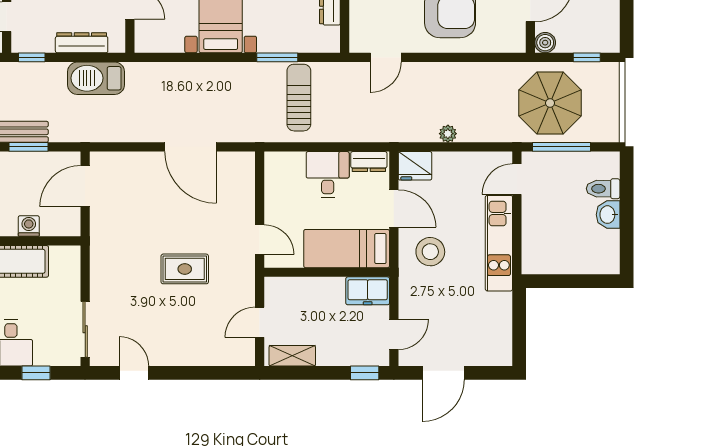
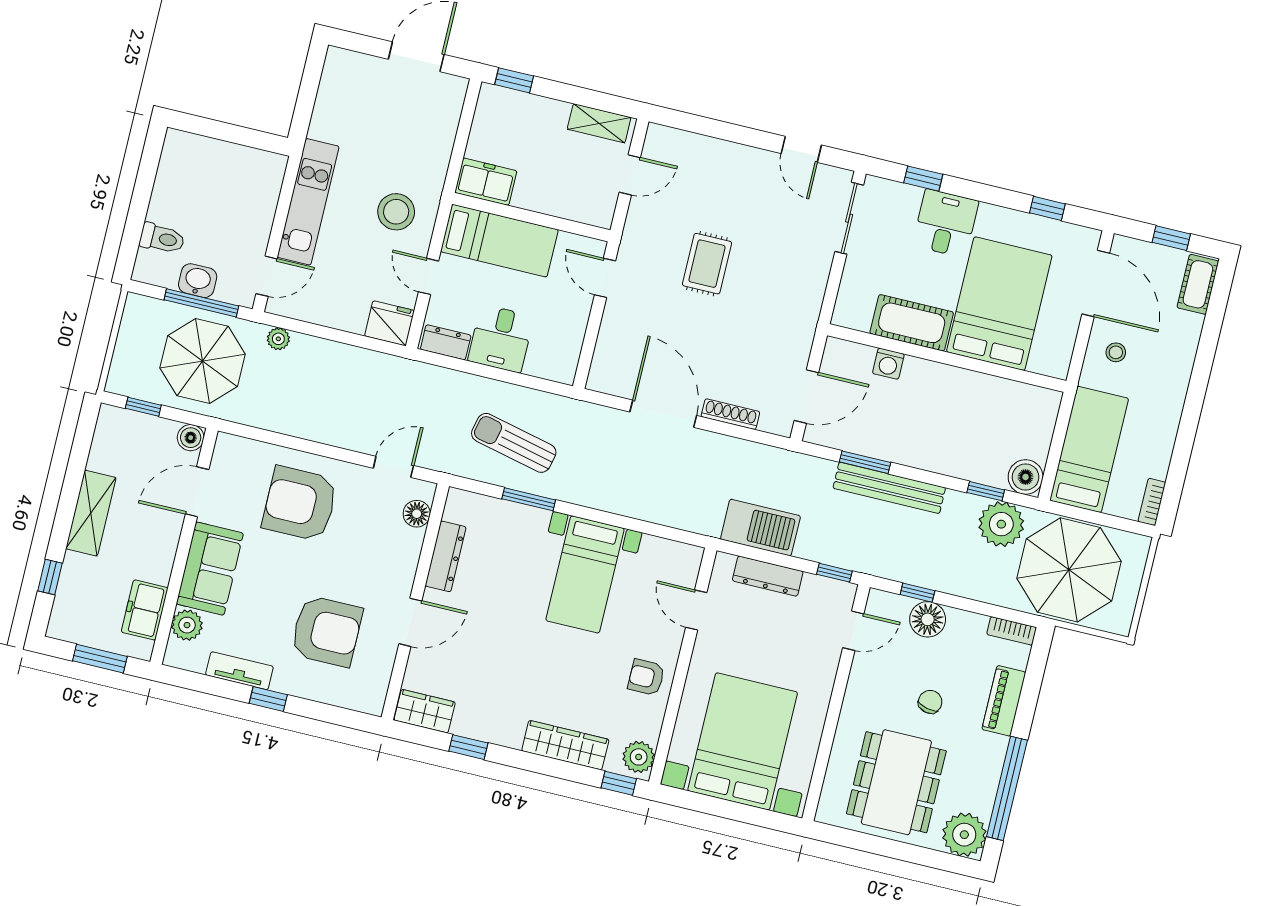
floor lamp: (360, 26) -> (417, 514), added
sun lounger: (299, 98) -> (514, 443), turned 103
plant: (448, 134) -> (278, 339), moved
shoe rack: (139, 159) -> (730, 414), added
door: (394, 208) -> (429, 276), width x0.73
washbasin: (608, 215) -> (198, 281), moved, turned -90
rug: (185, 269) -> (707, 264), turned 90
door: (394, 334) -> (466, 120), removed

